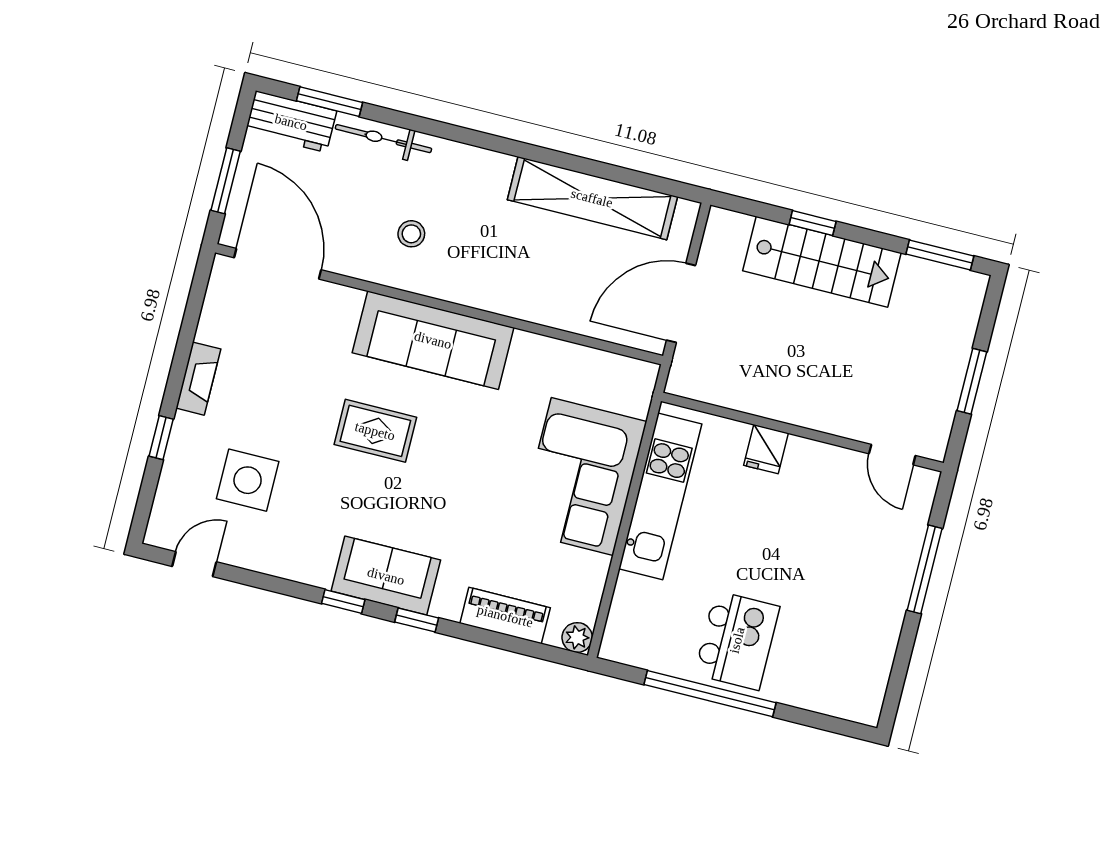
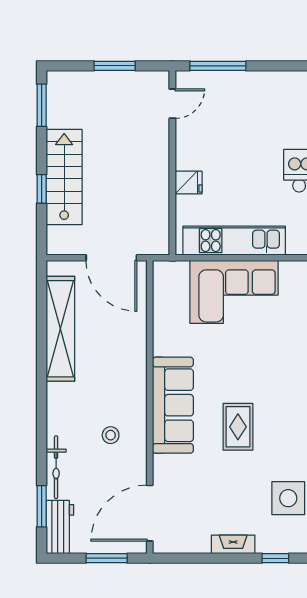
window: (925, 569) -> (218, 66), moved

